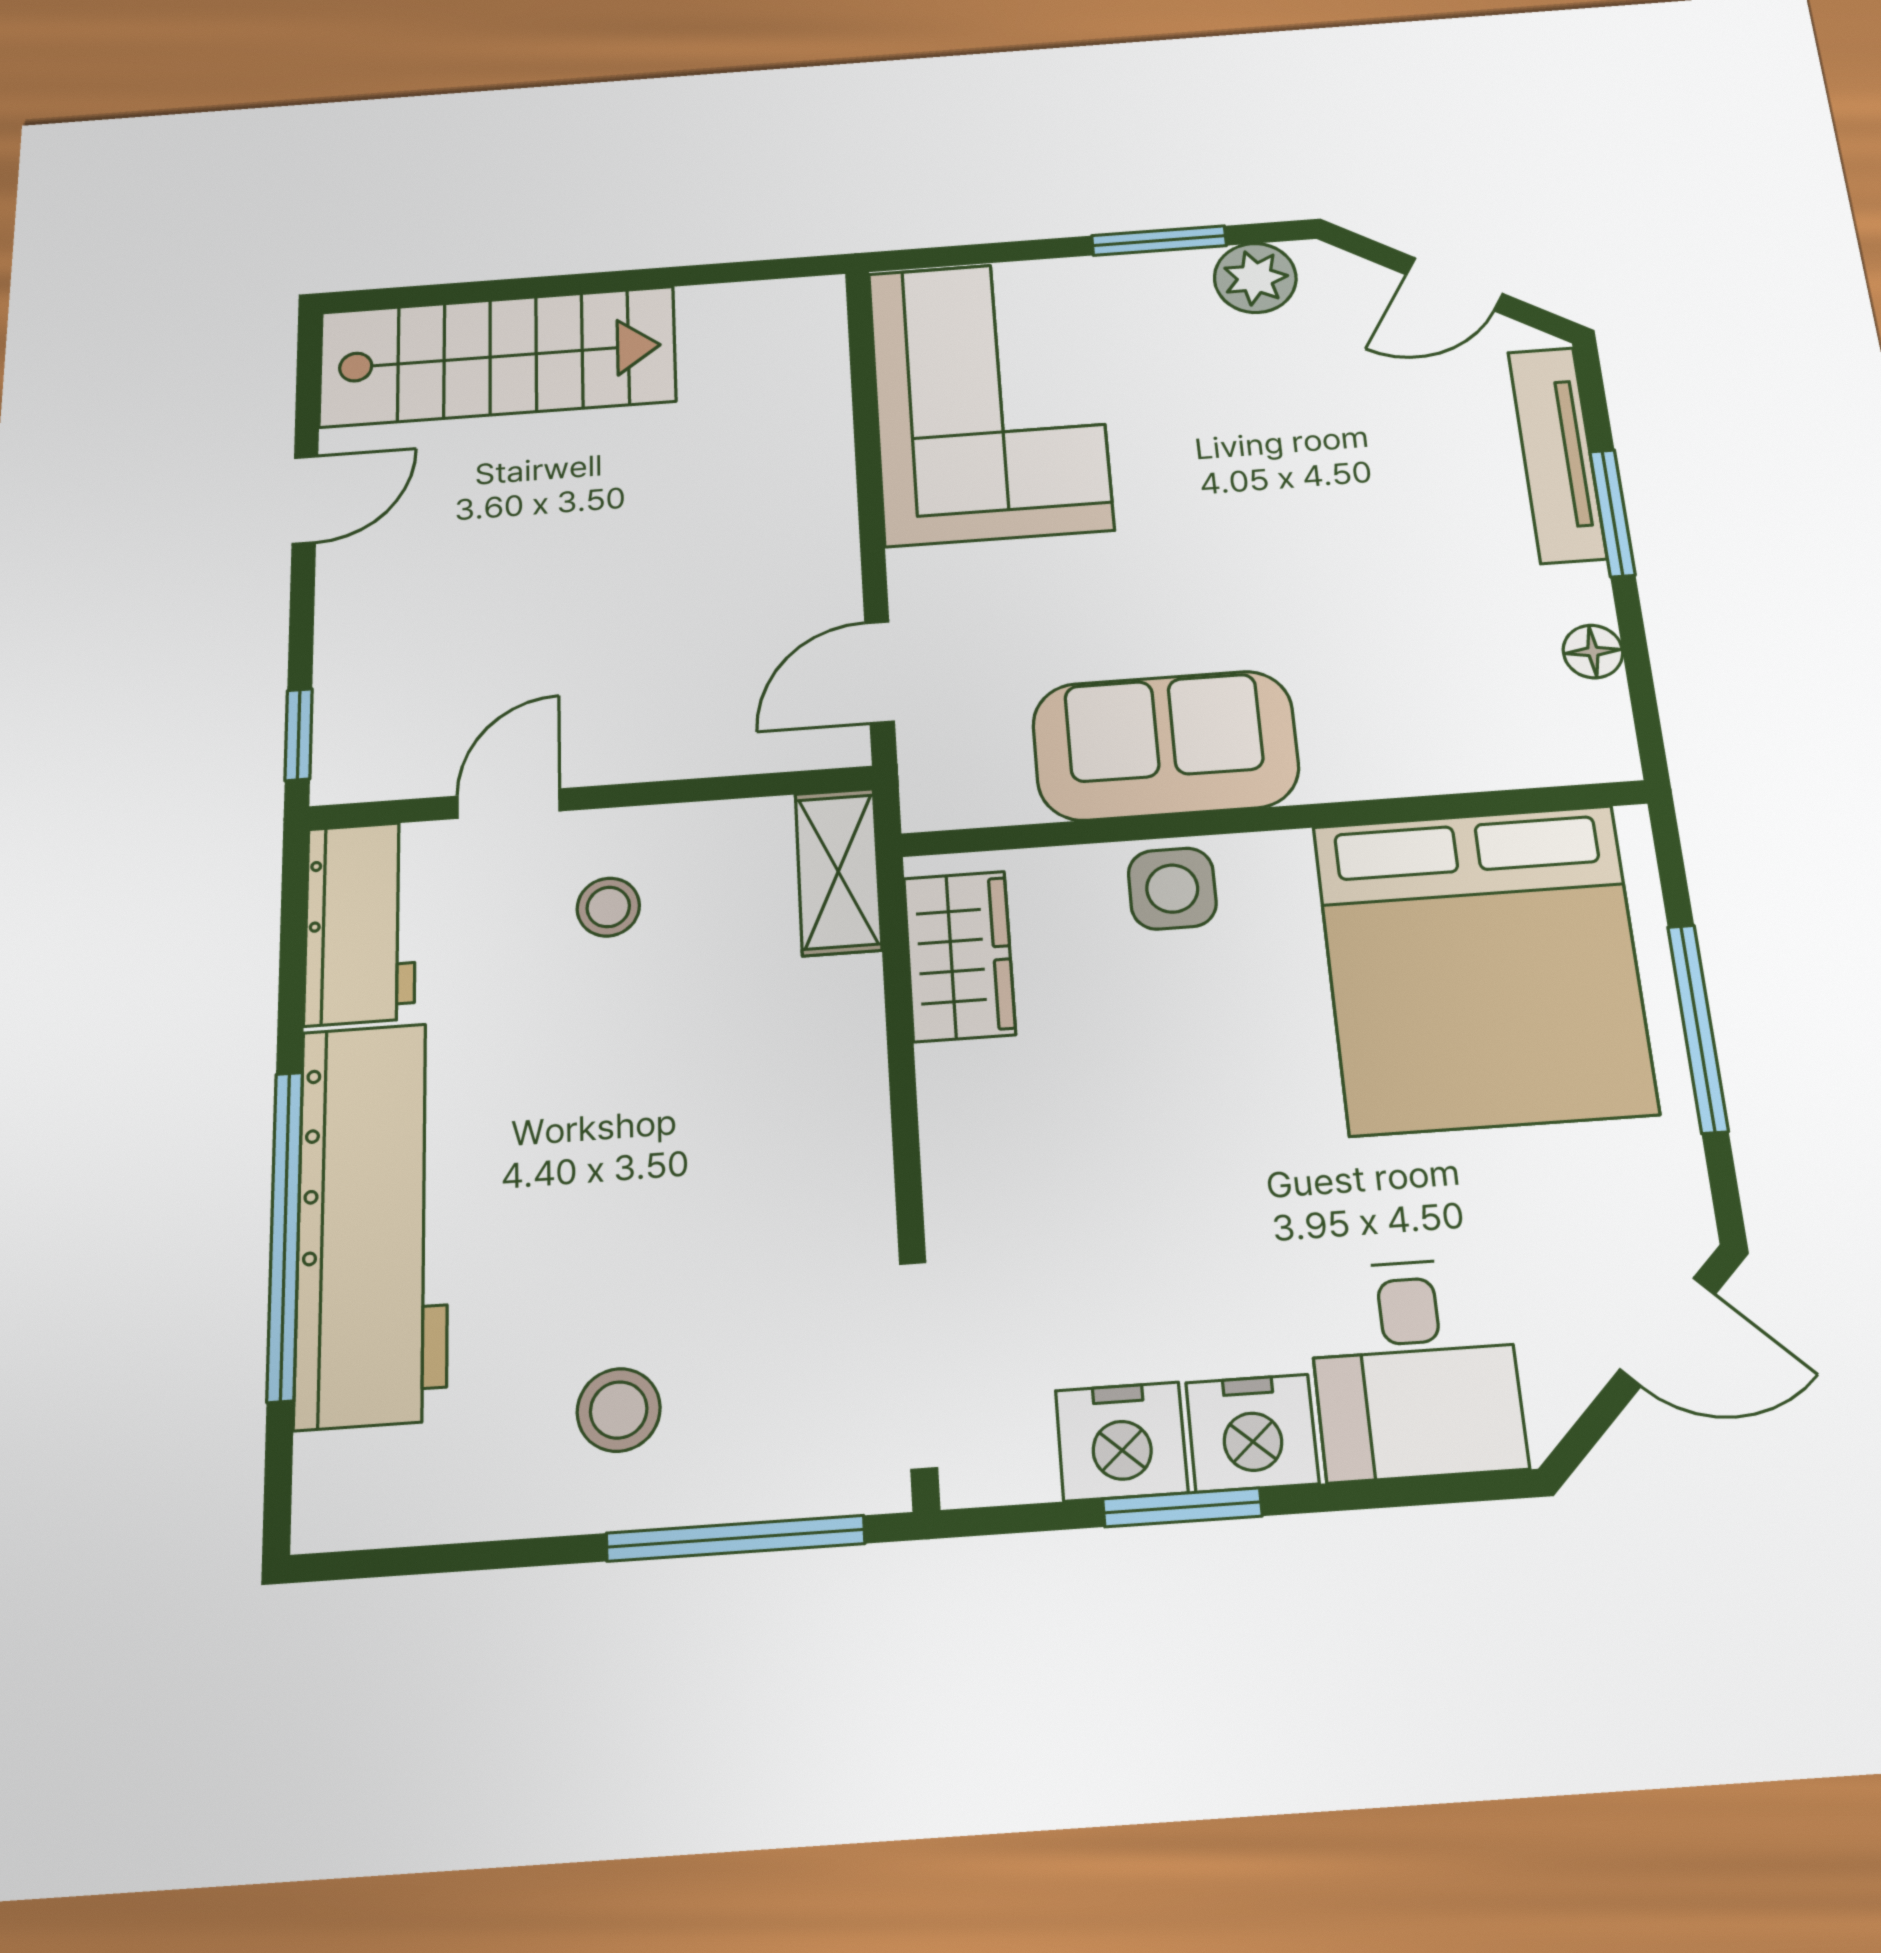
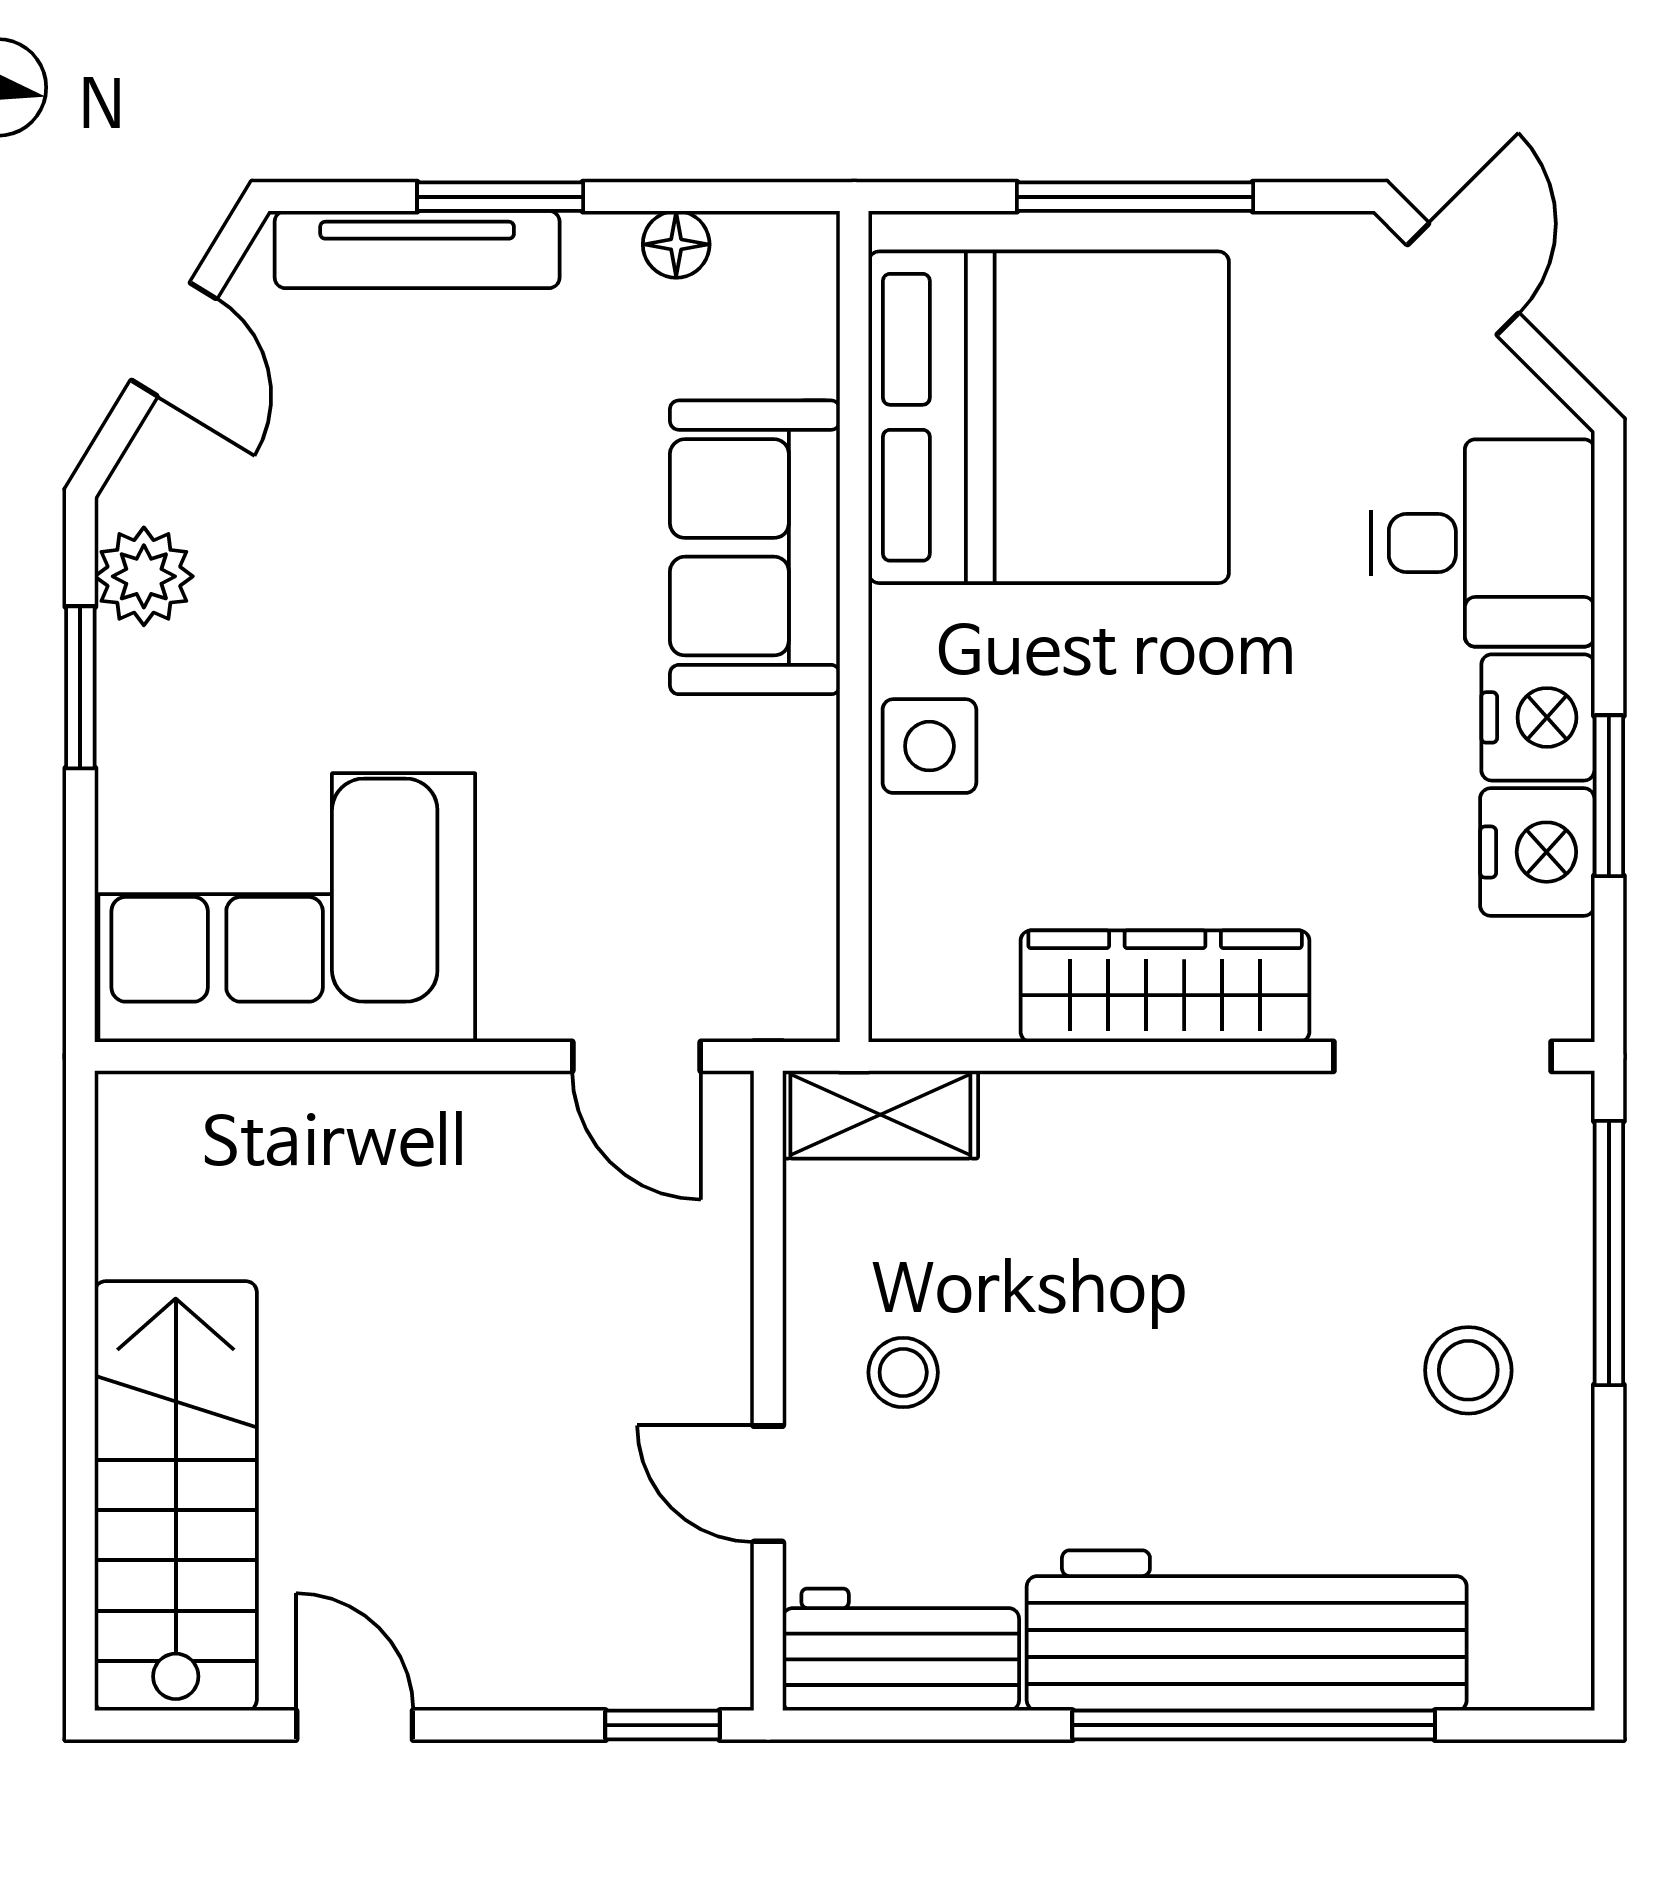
sofa: (1165, 745) -> (755, 547), moved
wardrobe: (959, 956) -> (1165, 986), moved, width x1.50

